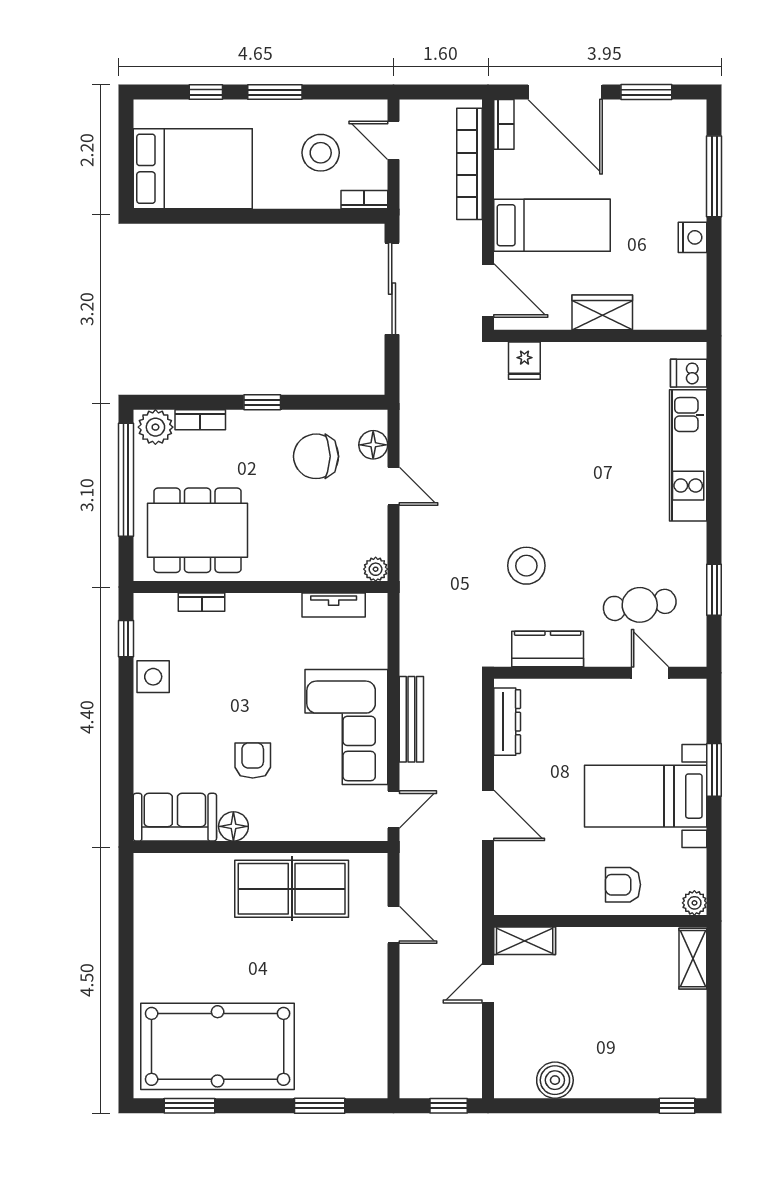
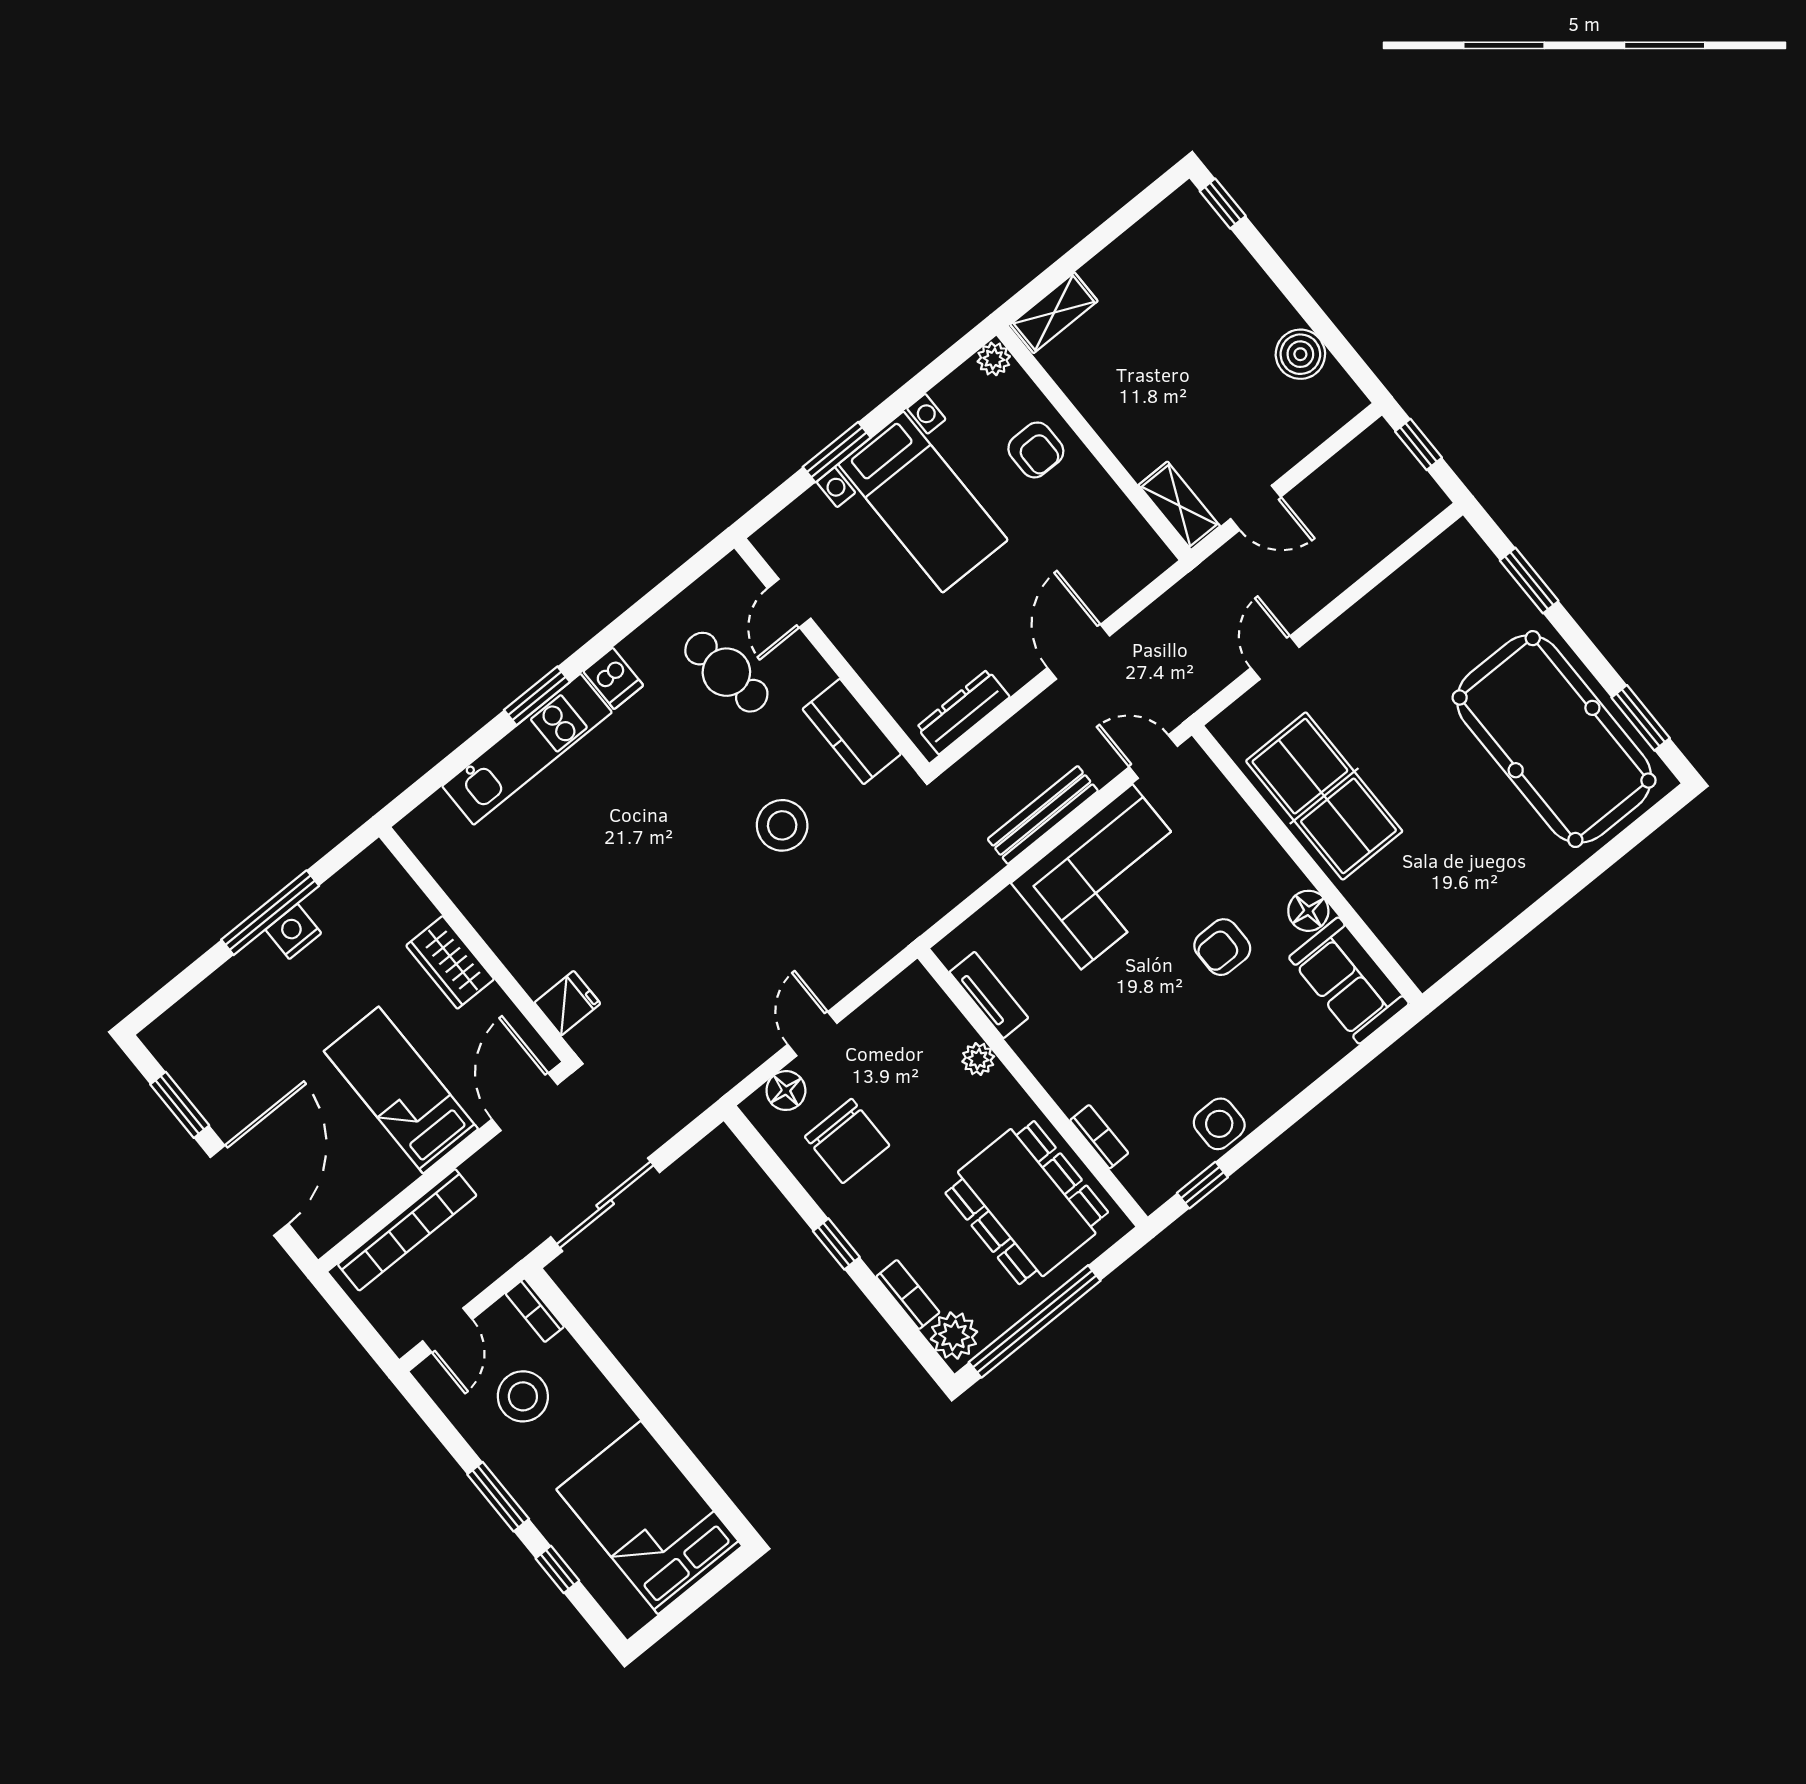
bookcase: (504, 124) -> (336, 1227), removed
window: (714, 176) -> (270, 913), moved
dishwasher: (689, 373) -> (613, 678), moved
plant: (376, 569) -> (978, 1059), moved
window: (714, 590) -> (537, 696), moved

